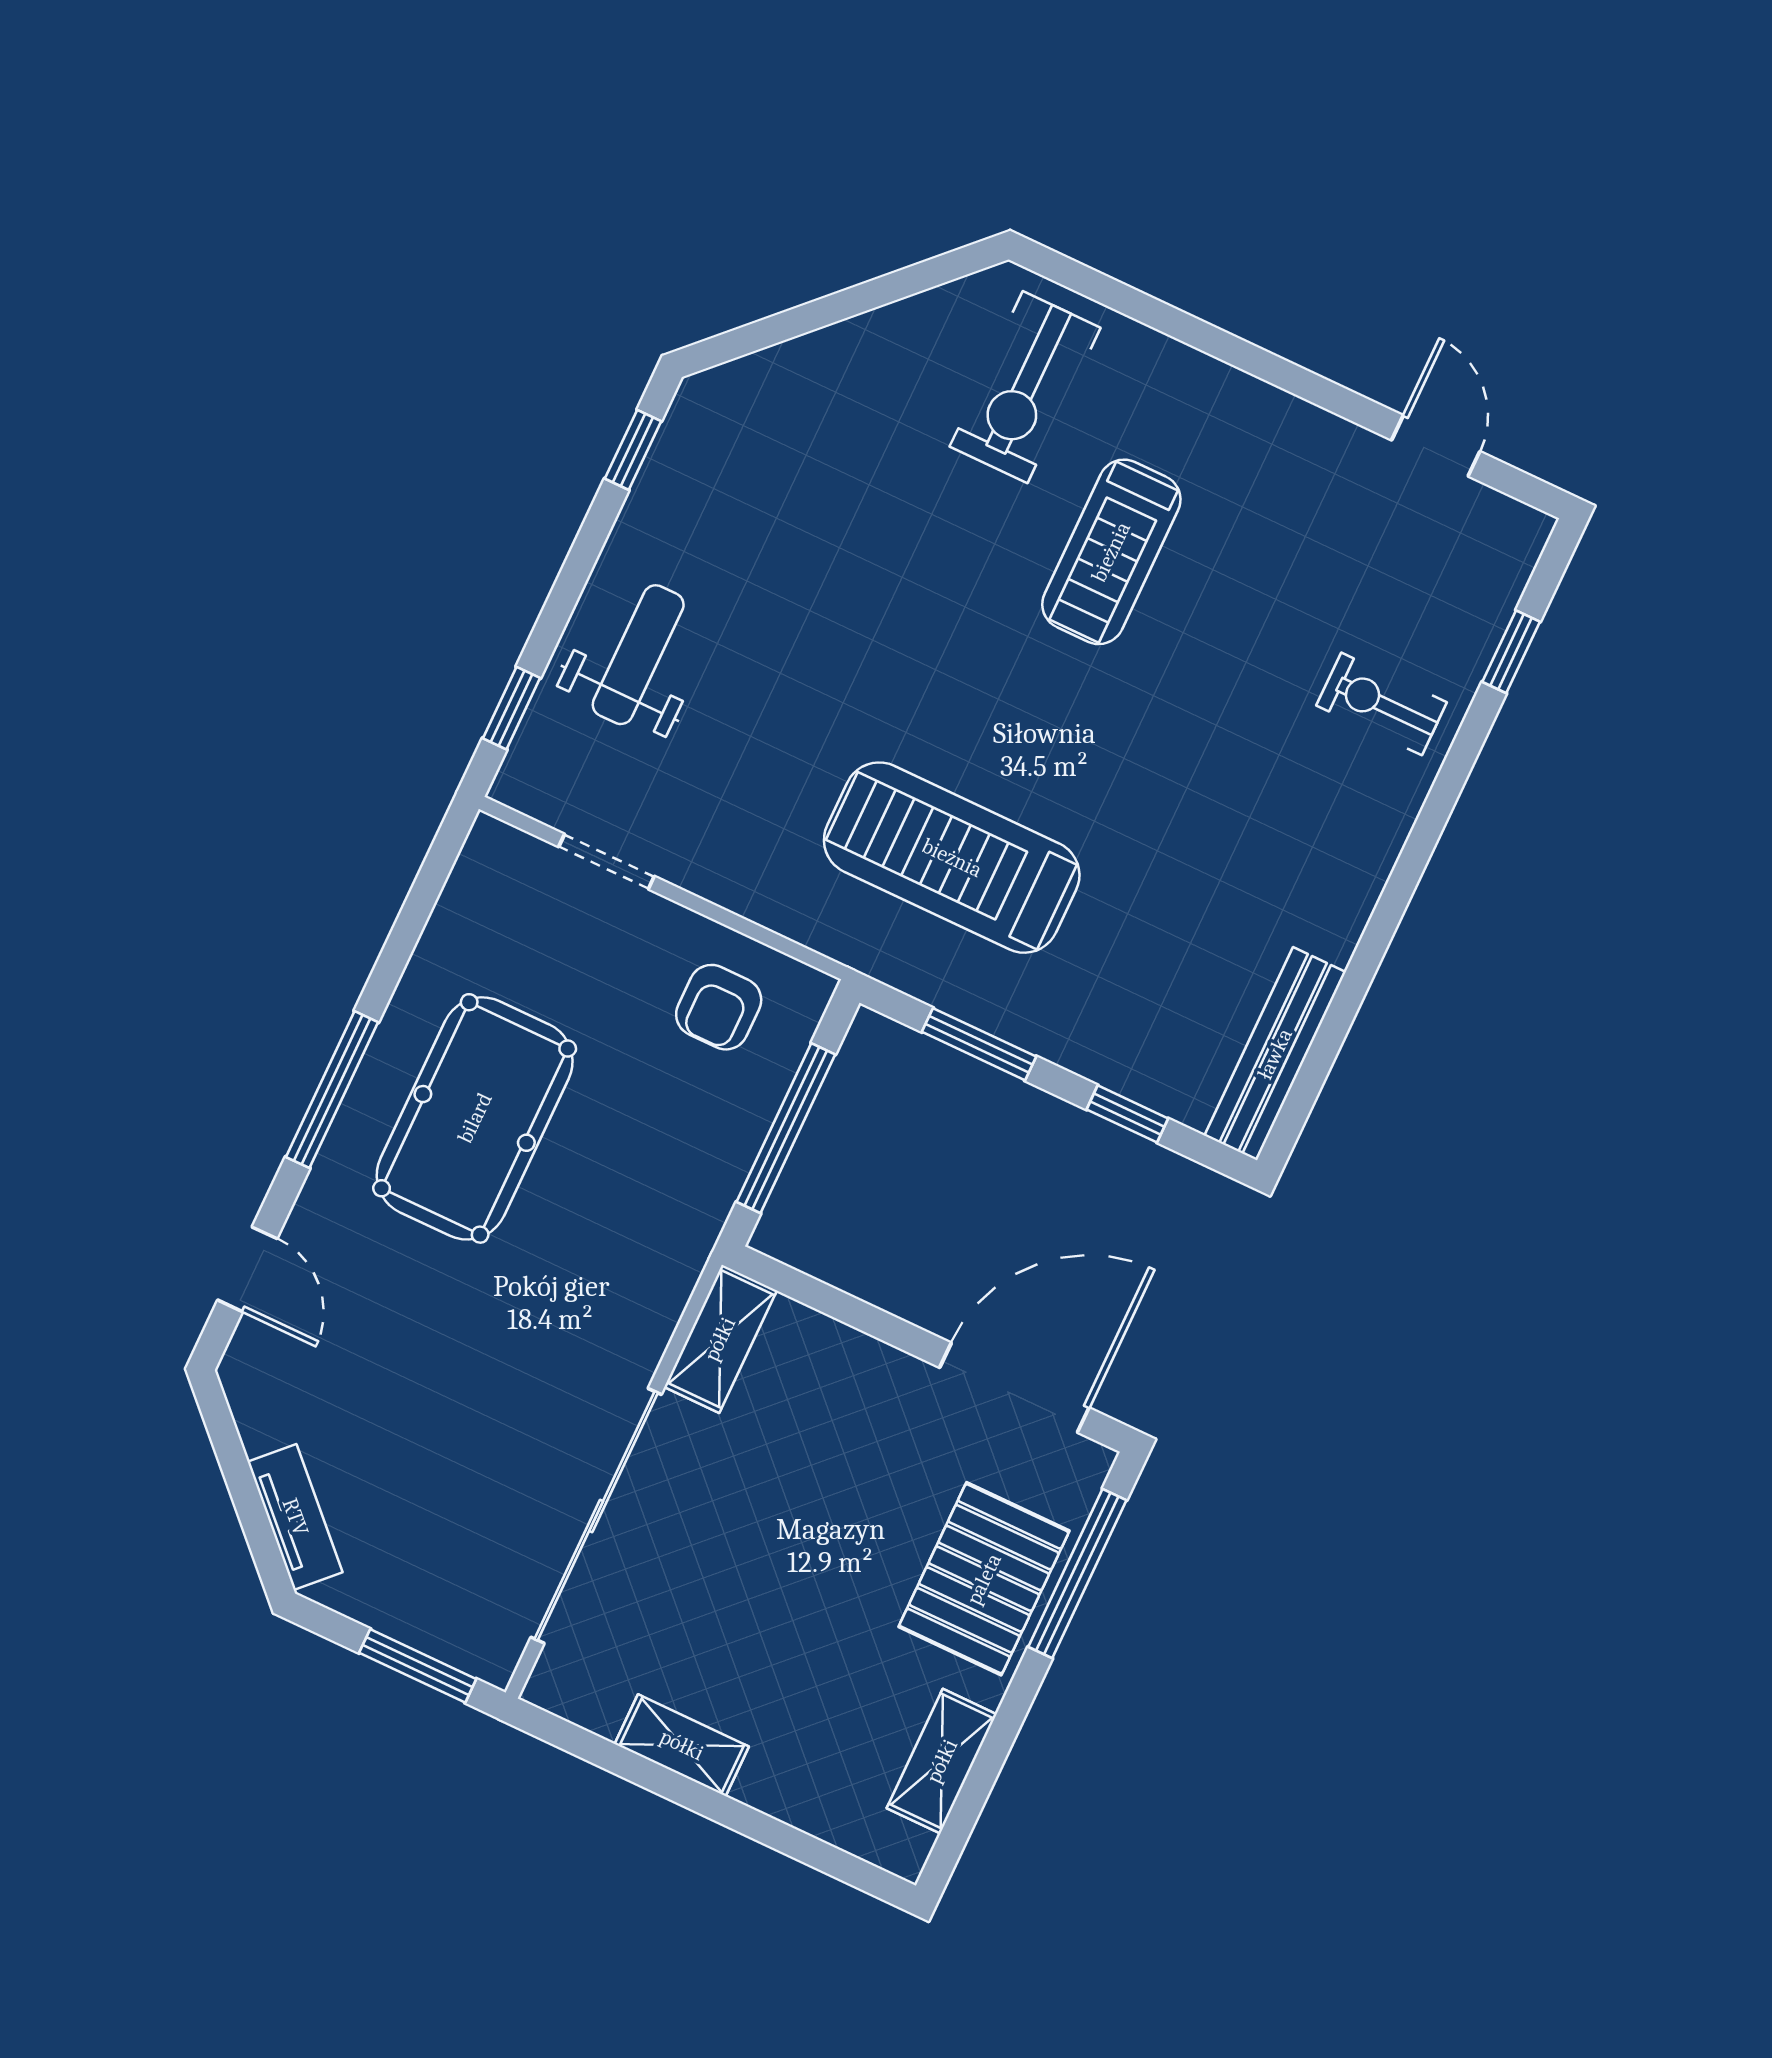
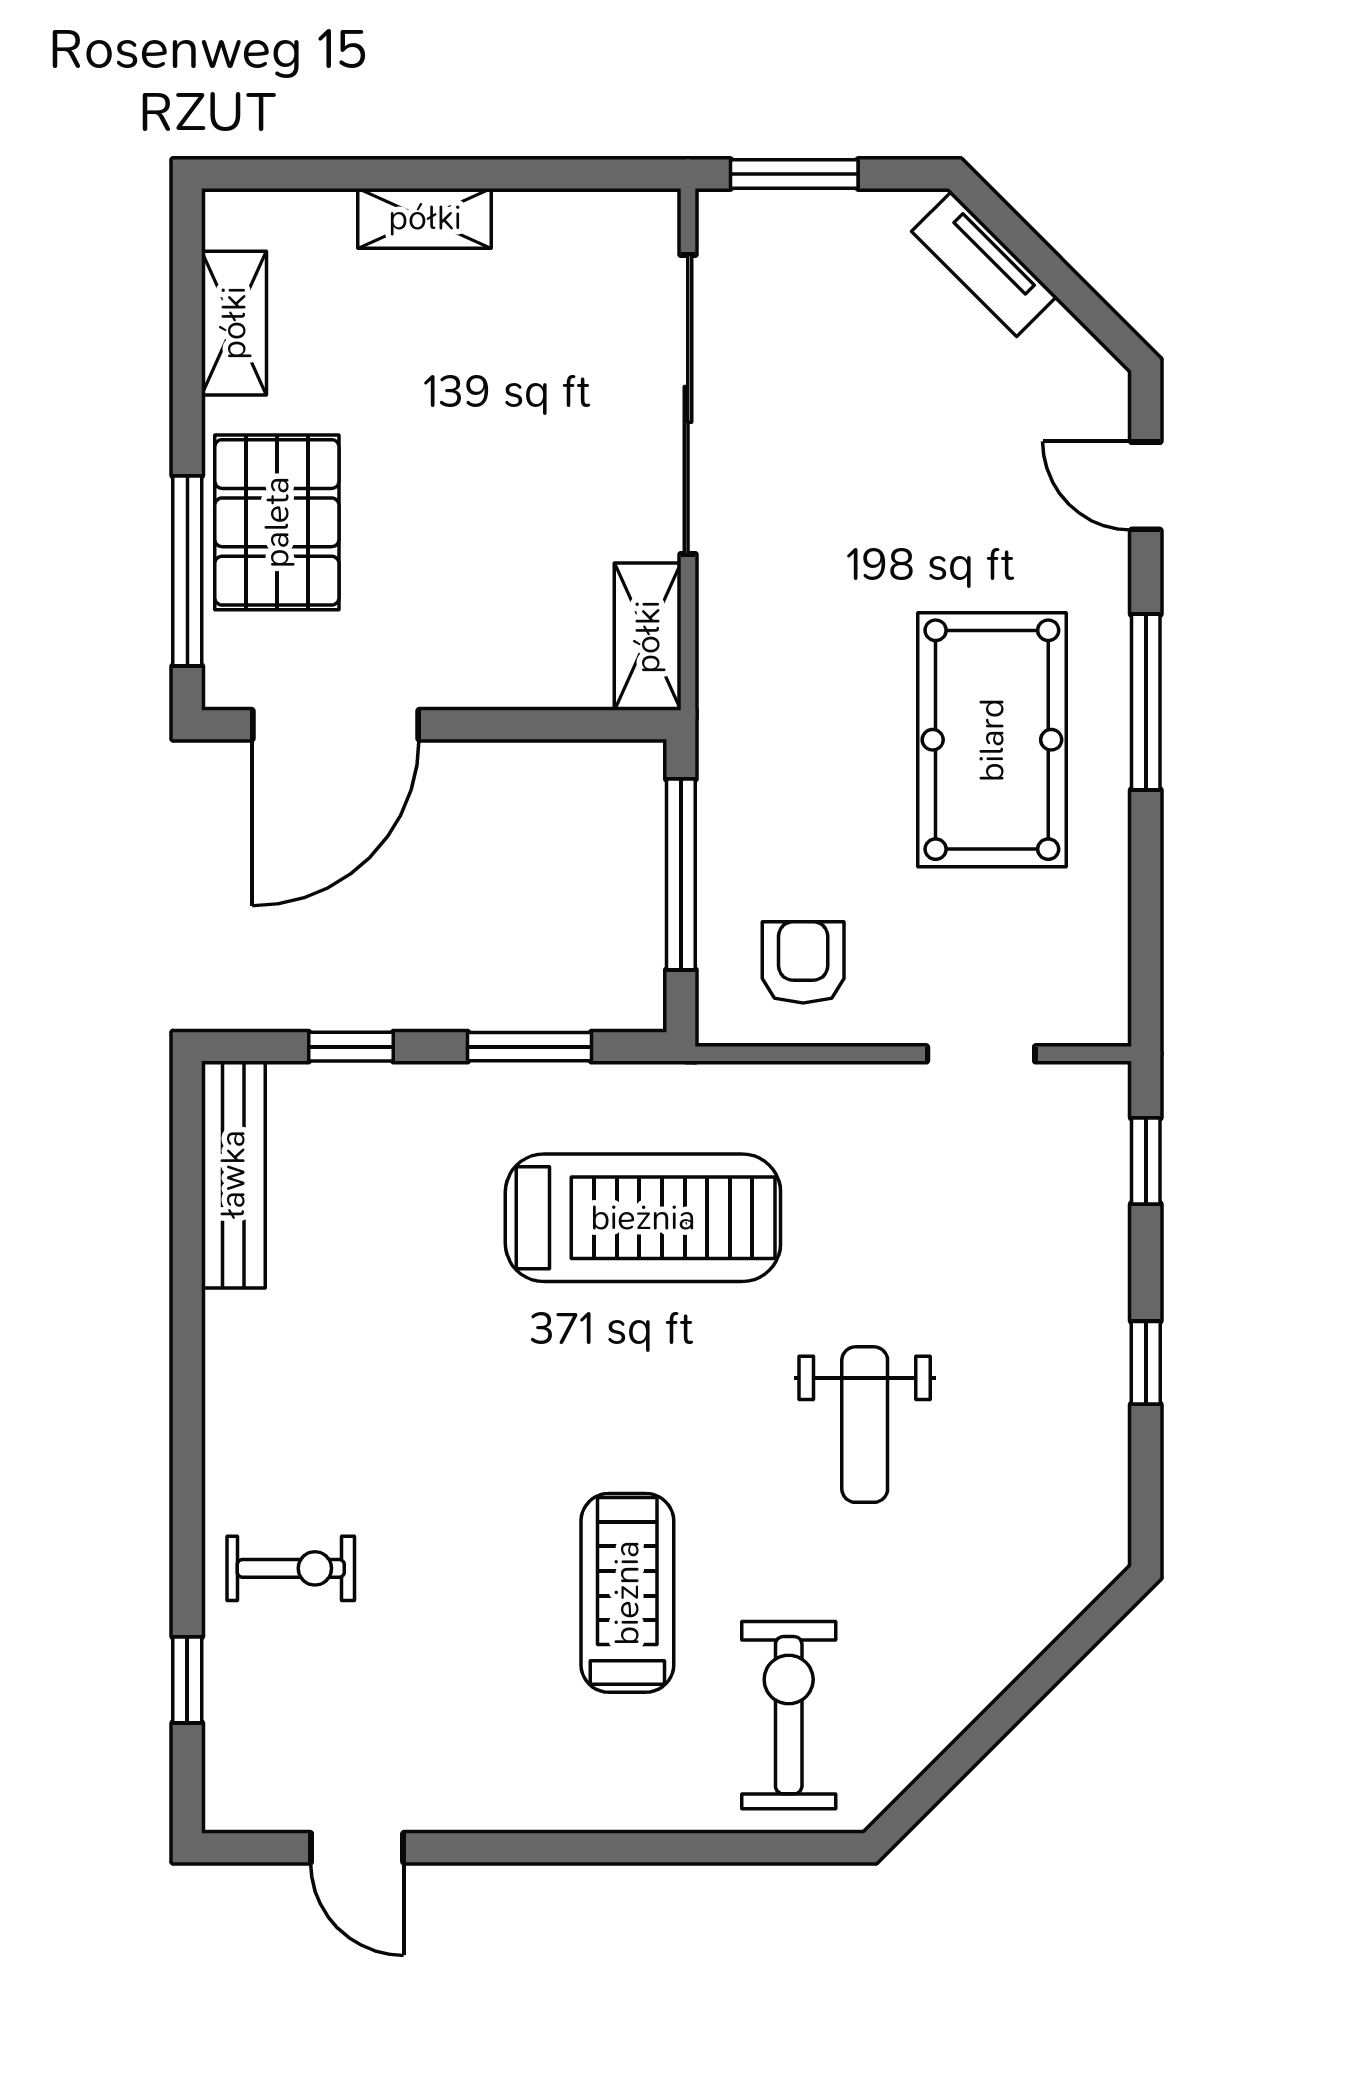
window: (633, 450) -> (1146, 1363), moved
weight bench: (638, 655) -> (865, 1425), moved
shelving: (682, 1745) -> (425, 218), moved

